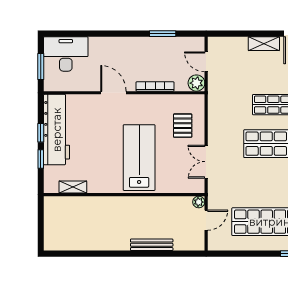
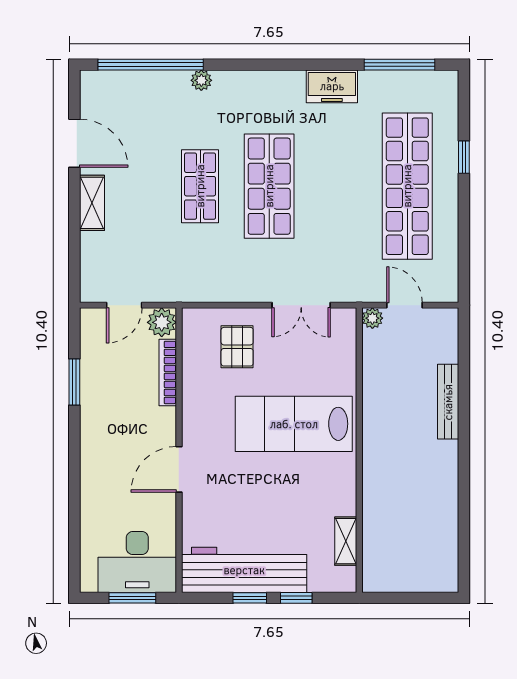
desk: (66, 54) -> (137, 562), moved, turned -90
bookcase: (155, 86) -> (168, 372), moved
pallet: (183, 126) -> (237, 347), turned 90

